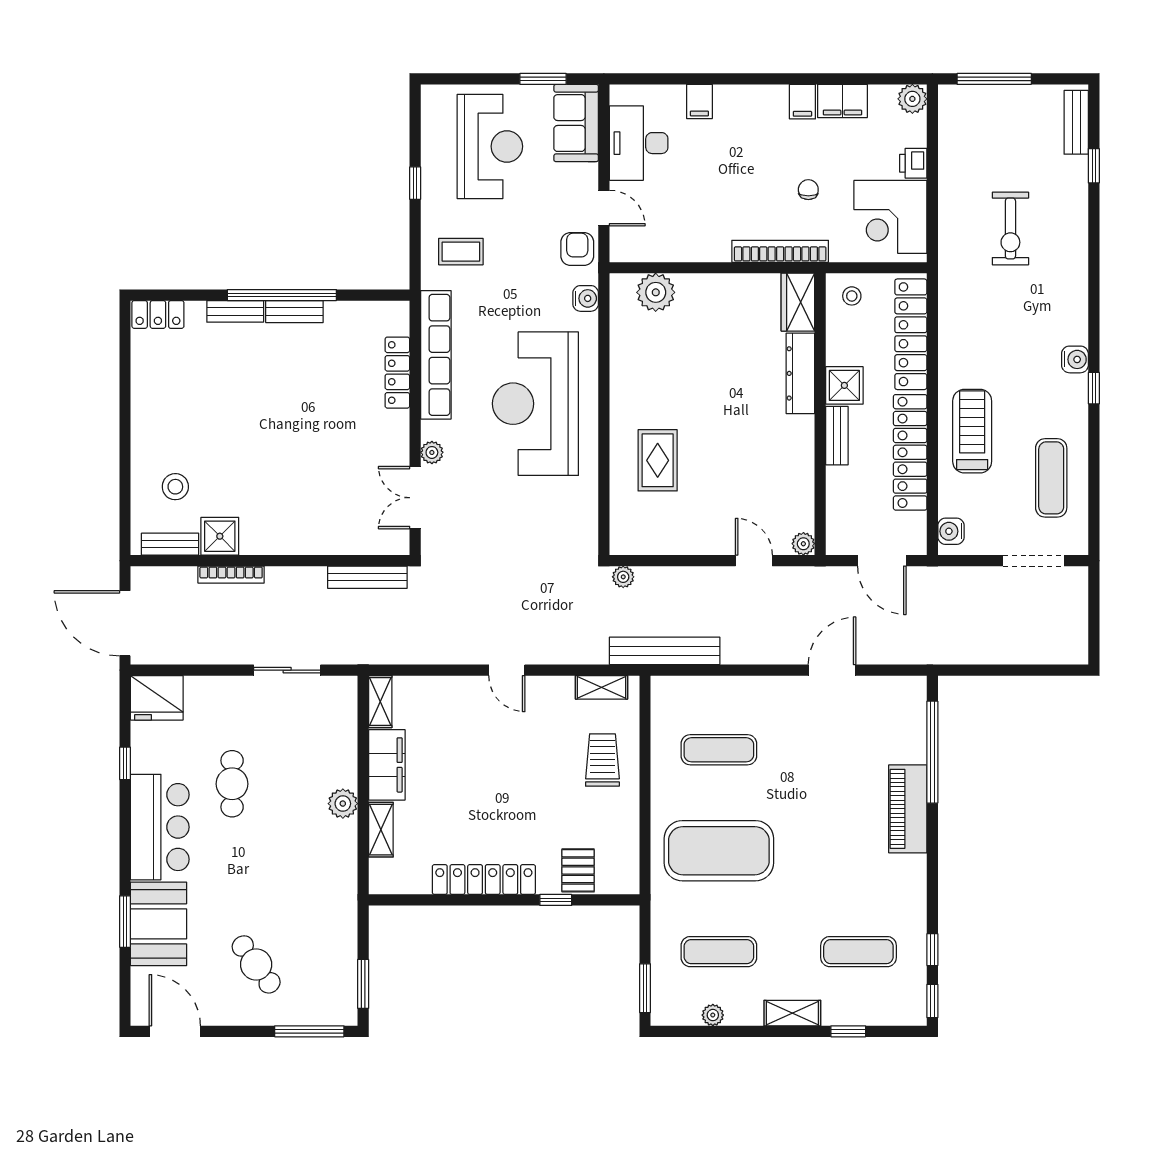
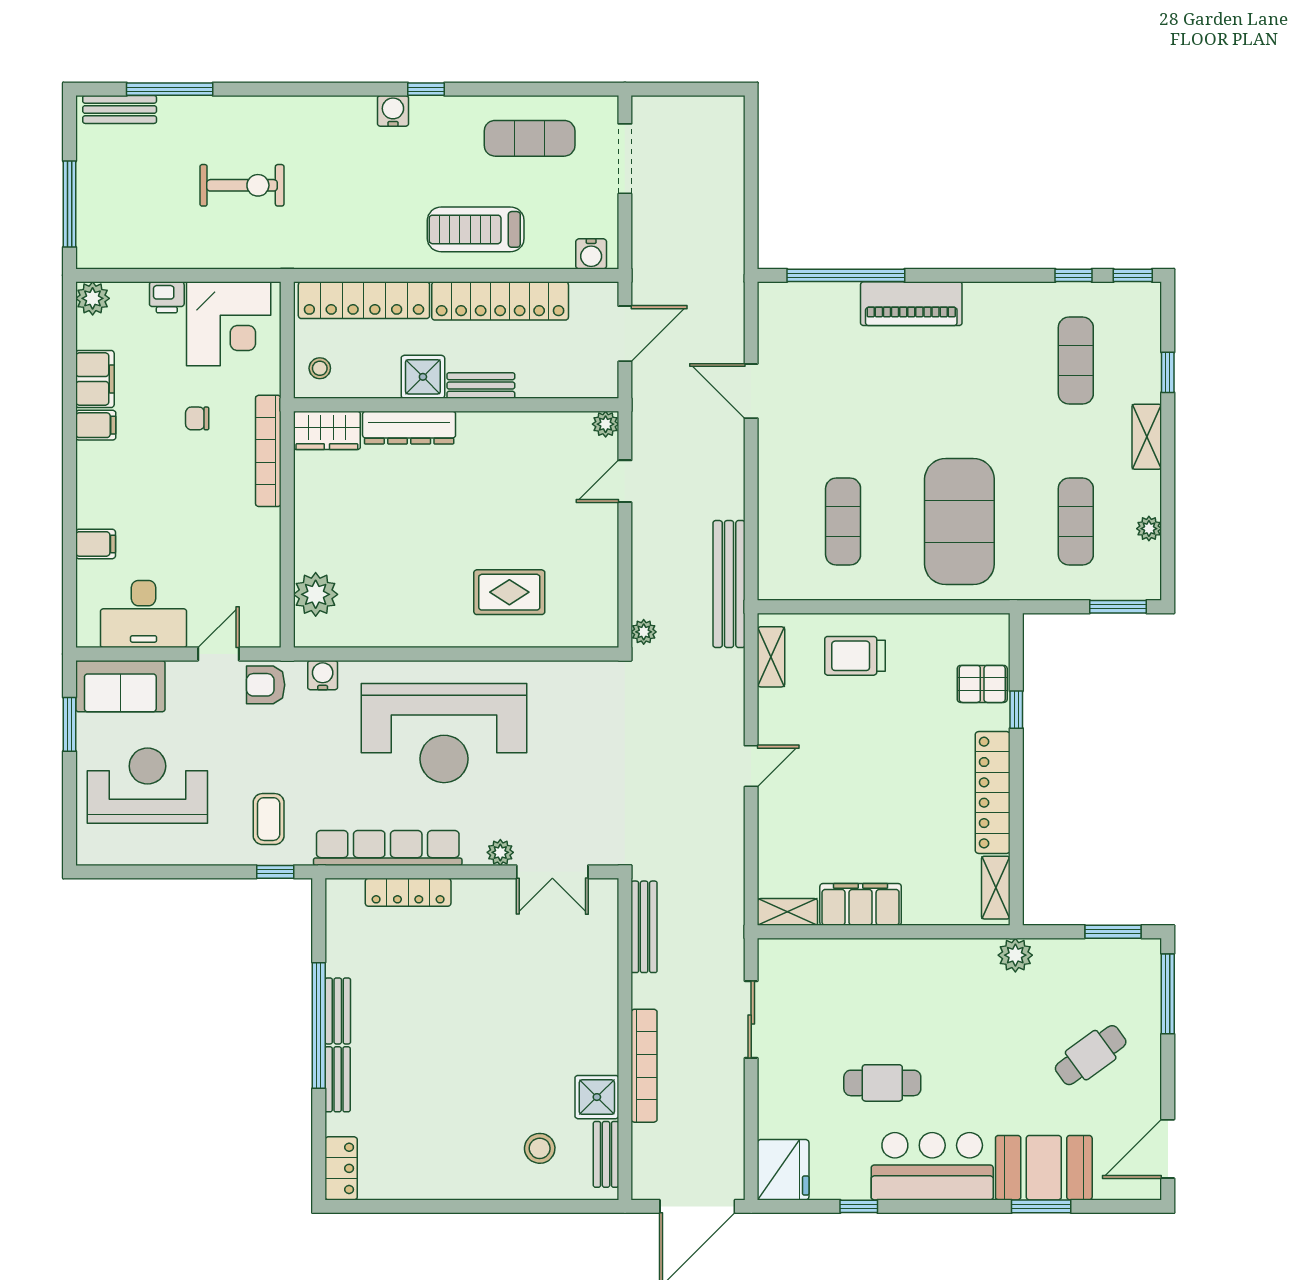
window: (1094, 166) -> (170, 89), width x2.17
window: (415, 183) -> (275, 872), moved
bookcase: (231, 575) -> (644, 1066), width x1.48, depth x1.31
plant: (343, 804) -> (1015, 955), moved
shelving: (381, 830) -> (996, 888), moved, turned 90

